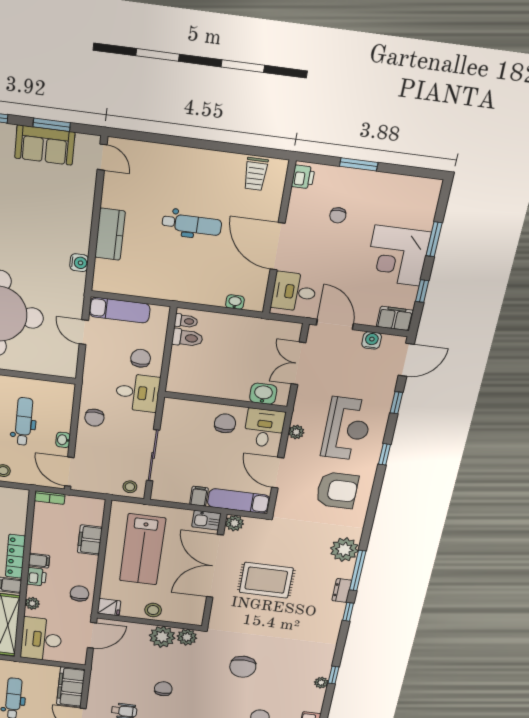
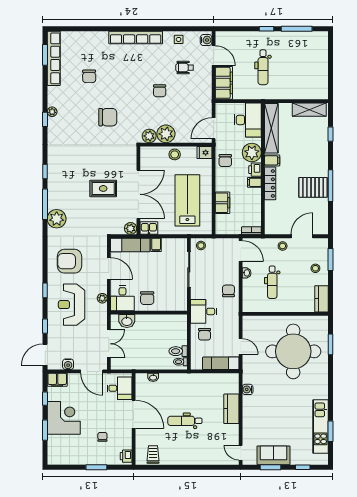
rug: (266, 580) -> (103, 188), width x0.73, depth x0.70
dresser: (342, 590) -> (52, 188), removed
plant: (32, 603) -> (252, 153), width x1.88, depth x1.88
chair: (243, 667) -> (108, 117), turned 90

